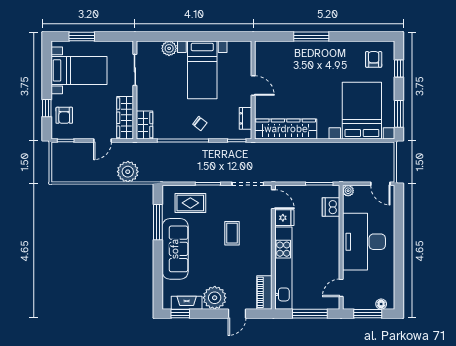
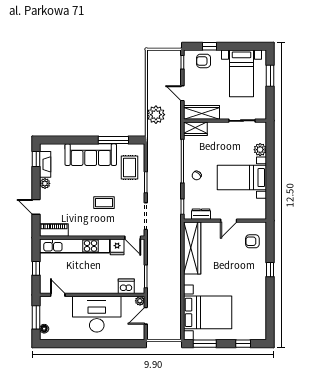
window: (311, 37) -> (270, 270), width x0.46
armchair: (374, 59) -> (252, 241), moved, turned 180
door: (380, 184) -> (146, 316), moved
door: (273, 199) -> (133, 238), hinge flipped
plant: (215, 298) -> (45, 183), width x0.53, depth x0.53
window: (310, 314) -> (36, 268), width x0.46

